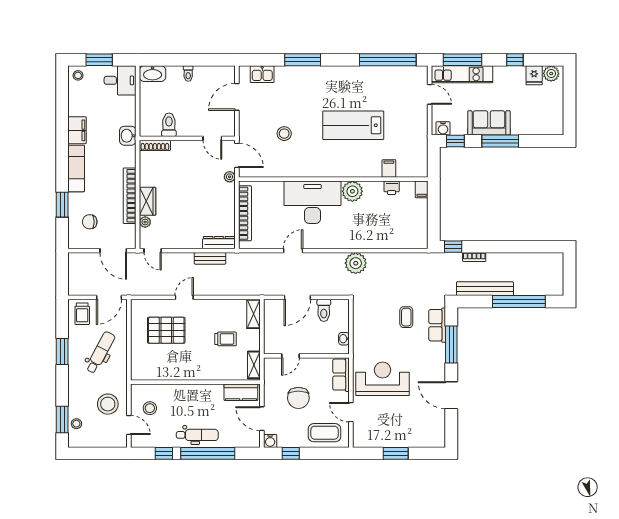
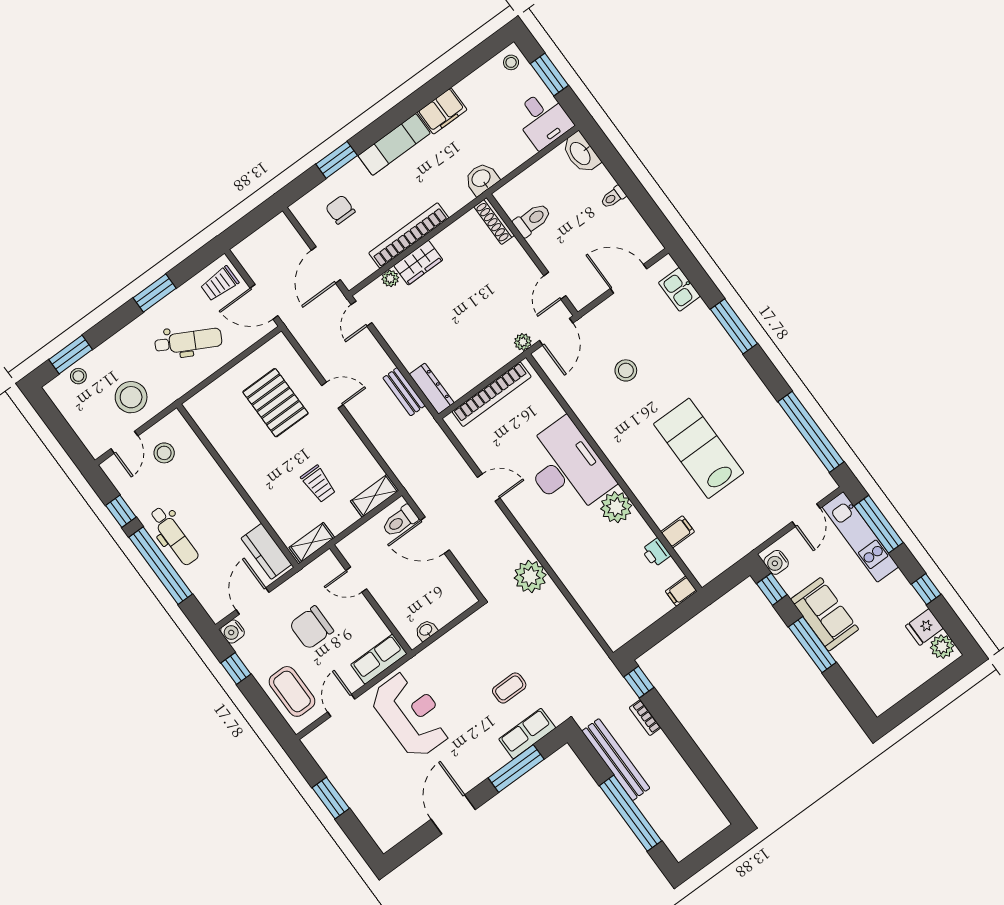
toilet: (324, 310) -> (400, 521), moved

